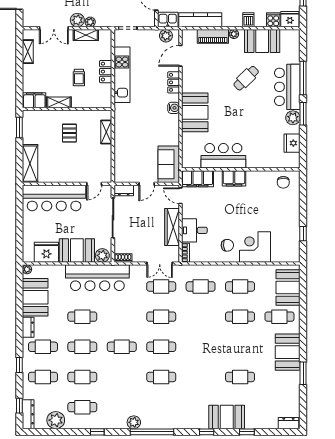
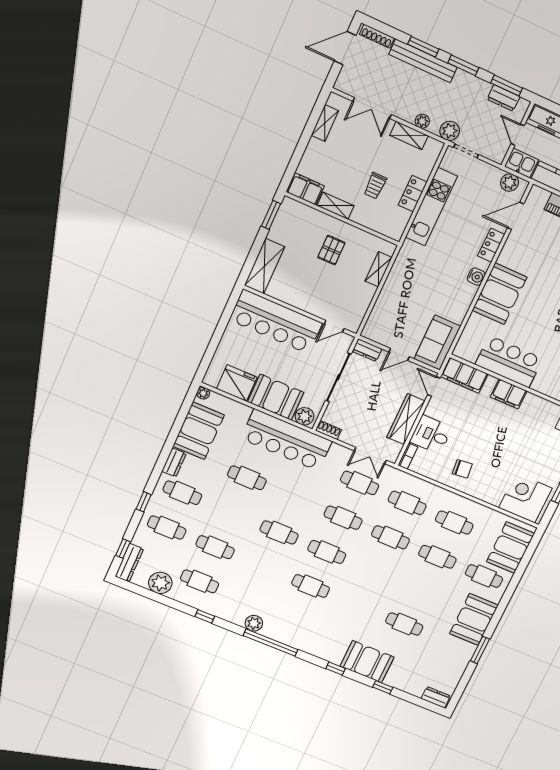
plant: (77, 20) -> (450, 131), moved
corner desk: (255, 247) -> (525, 498), moved
cafe table: (82, 347) -> (390, 537), moved

